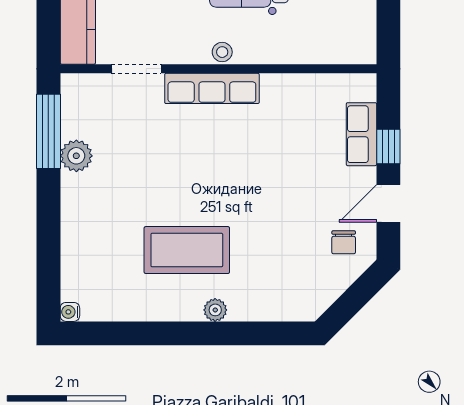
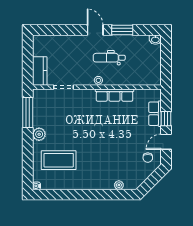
row of seats: (212, 88) -> (115, 95), moved
plant: (76, 156) -> (39, 134), moved
coffee table: (187, 250) -> (59, 160), moved
plant: (215, 310) -> (119, 185), moved

